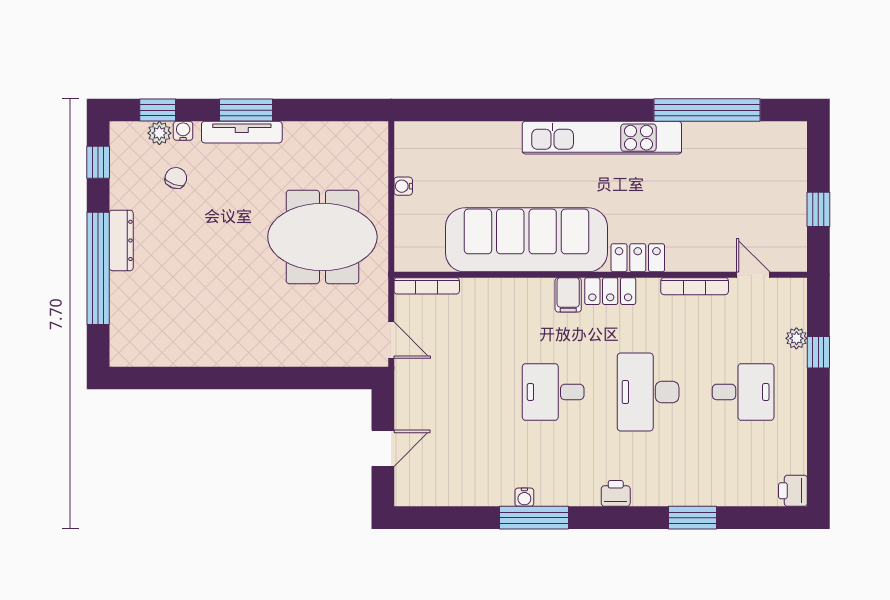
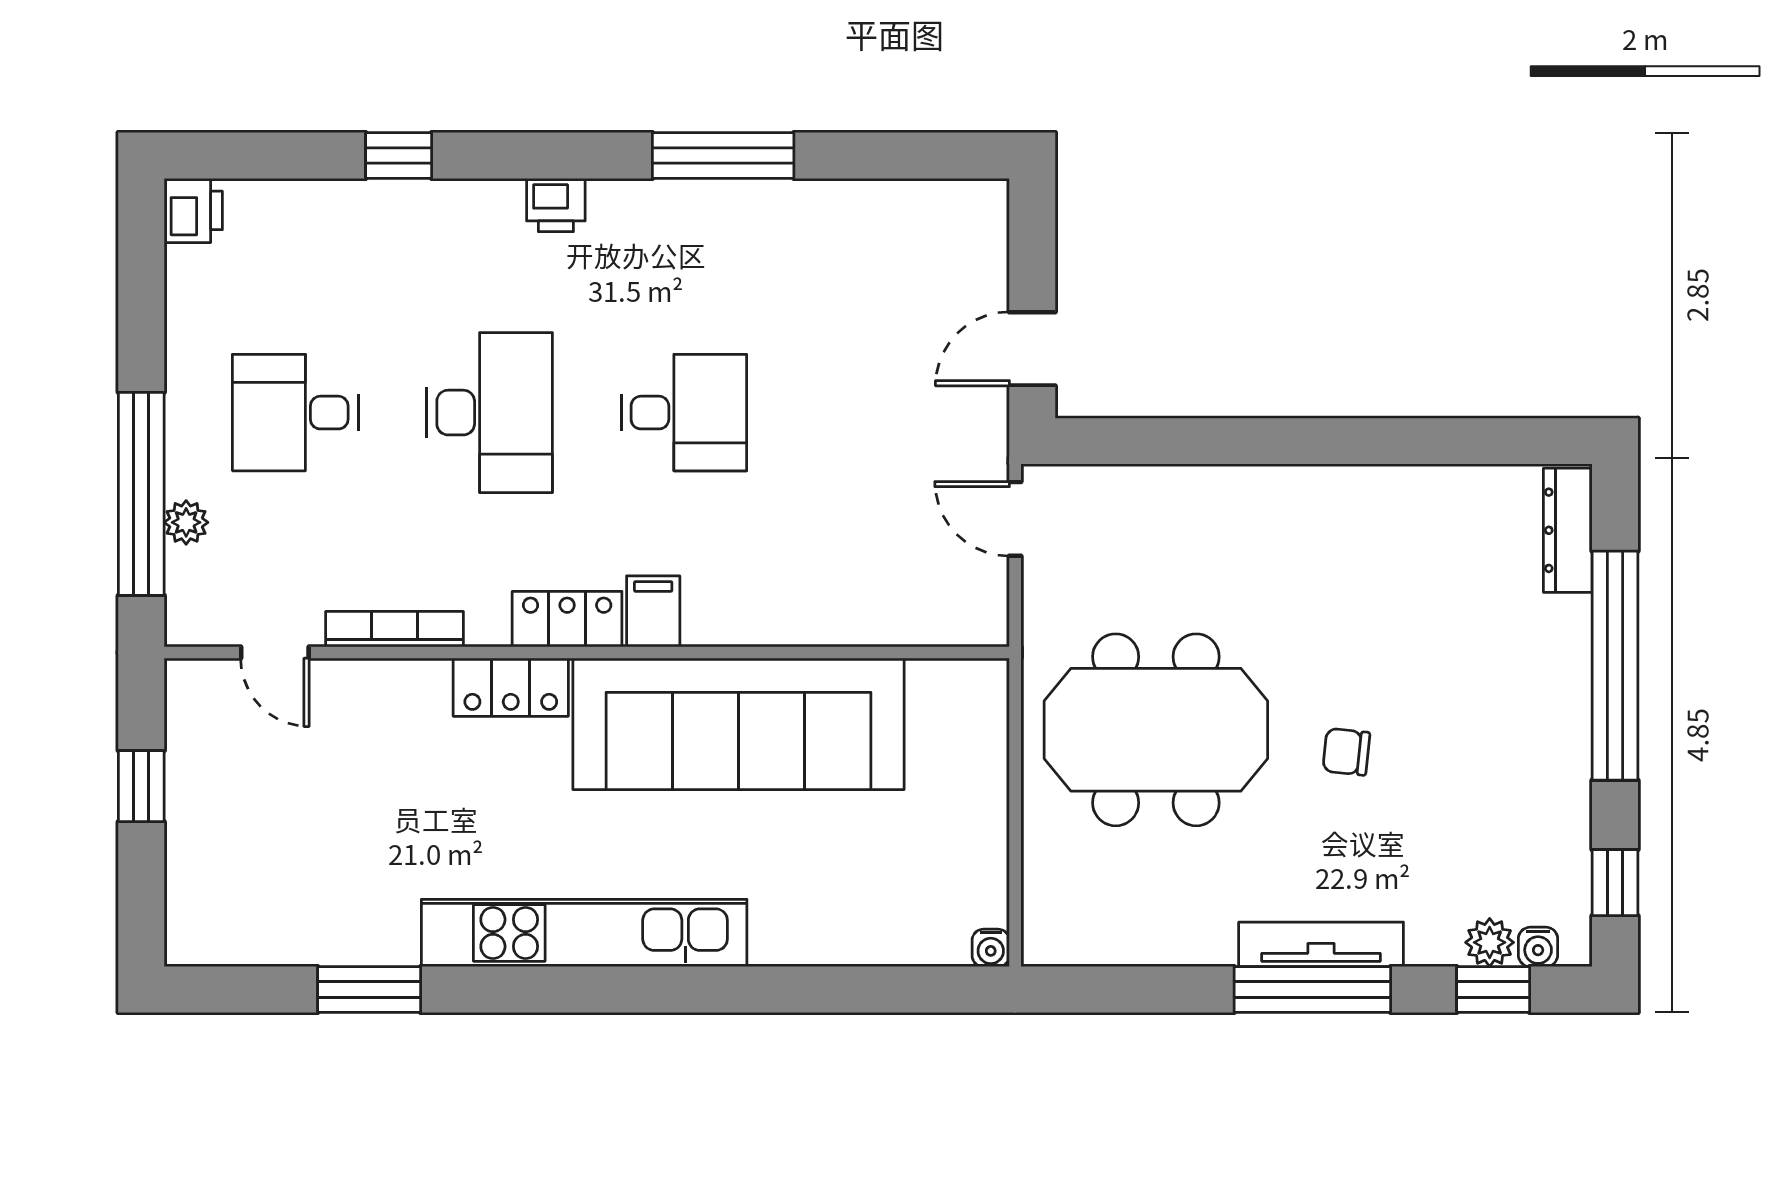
window: (246, 110) -> (1312, 989), width x1.44
window: (707, 110) -> (369, 989), width x0.47
water cooler: (183, 131) -> (1538, 947), moved
chair: (176, 178) -> (1346, 752), moved, turned 76
water cooler: (403, 186) -> (991, 948), moved, turned 90
dresser: (121, 240) -> (1568, 530), moved
bookcase: (427, 286) -> (943, 630), removed
window: (818, 352) -> (141, 494), width x3.17
door: (383, 448) -> (1032, 349), moved
water cooler: (524, 497) -> (743, 197), removed
window: (693, 518) -> (399, 156), width x0.67

